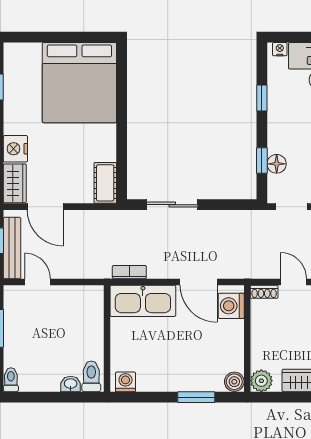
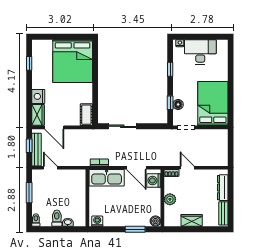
toilet: (91, 376) -> (57, 218), moved
plant: (261, 381) -> (170, 199), moved

